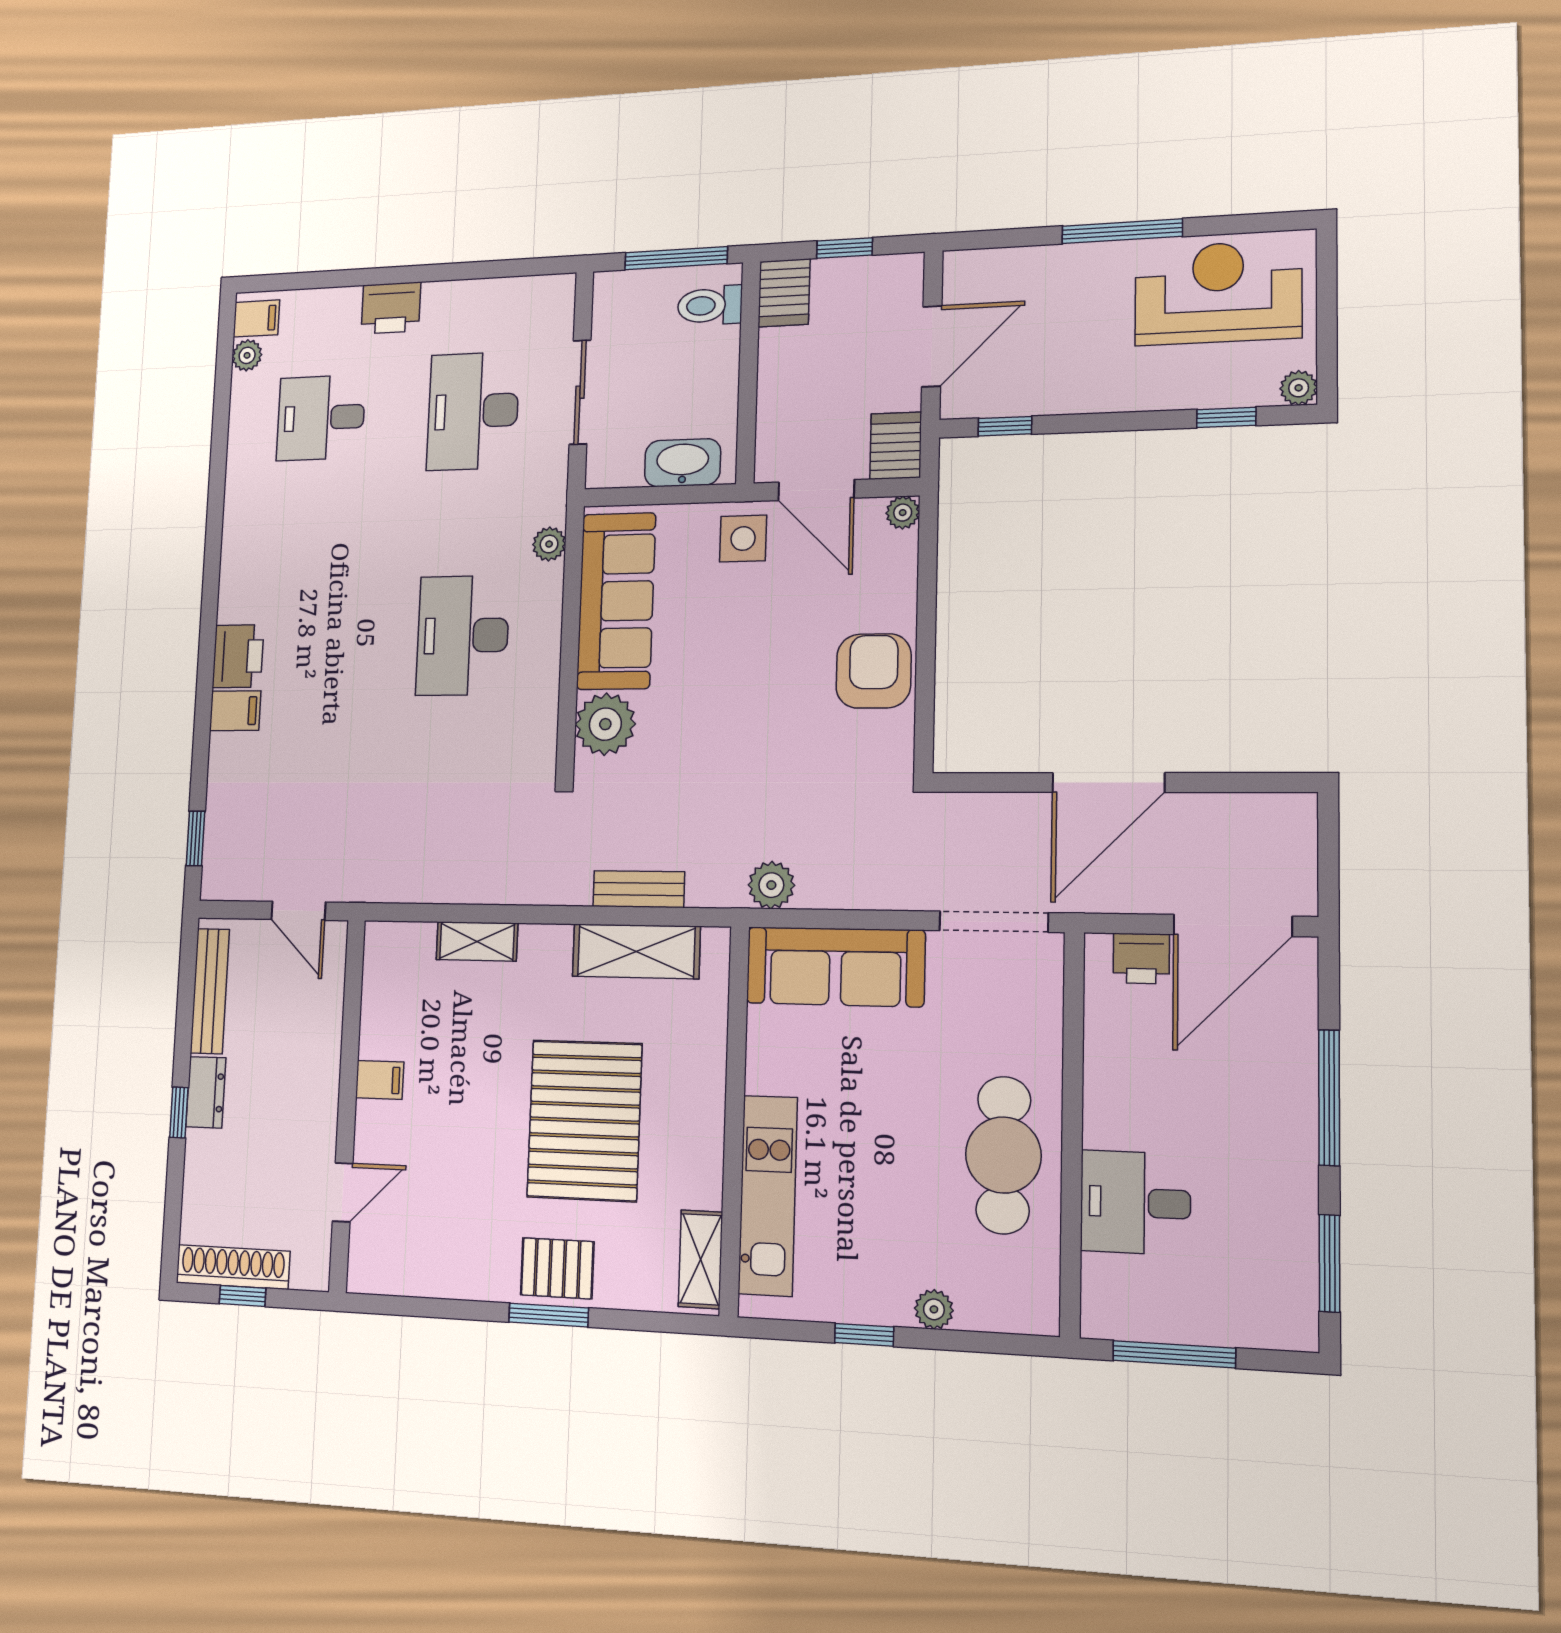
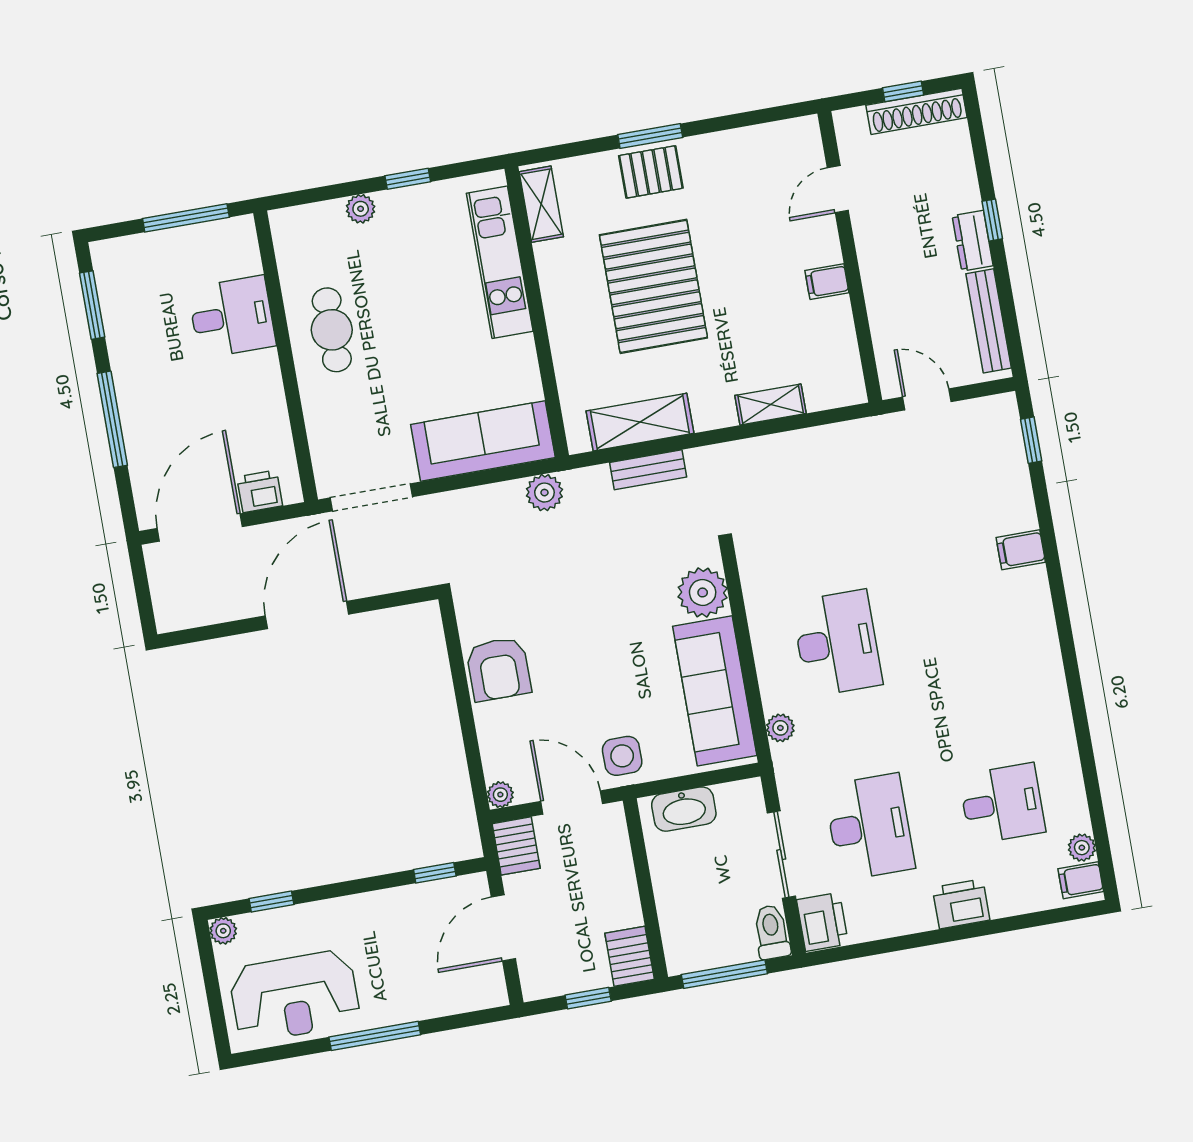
toilet: (710, 305) -> (772, 932), moved, turned -90
printer: (238, 656) -> (822, 922), moved, turned 180
cafe table: (1003, 1155) -> (332, 330), width x0.73, depth x0.74

